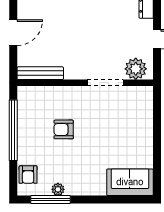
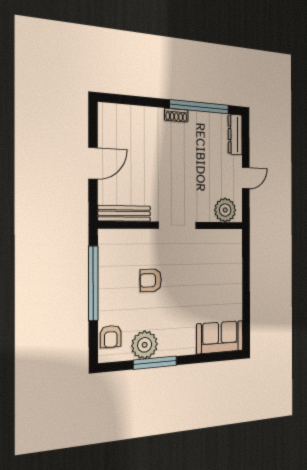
doorway: (105, 83) -> (177, 225), moved
plant: (58, 189) -> (145, 345), width x1.88, depth x1.88
window: (50, 200) -> (155, 363), moved

